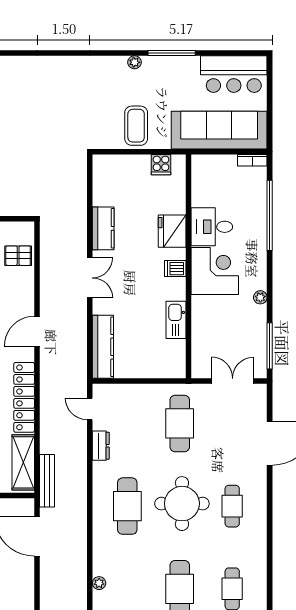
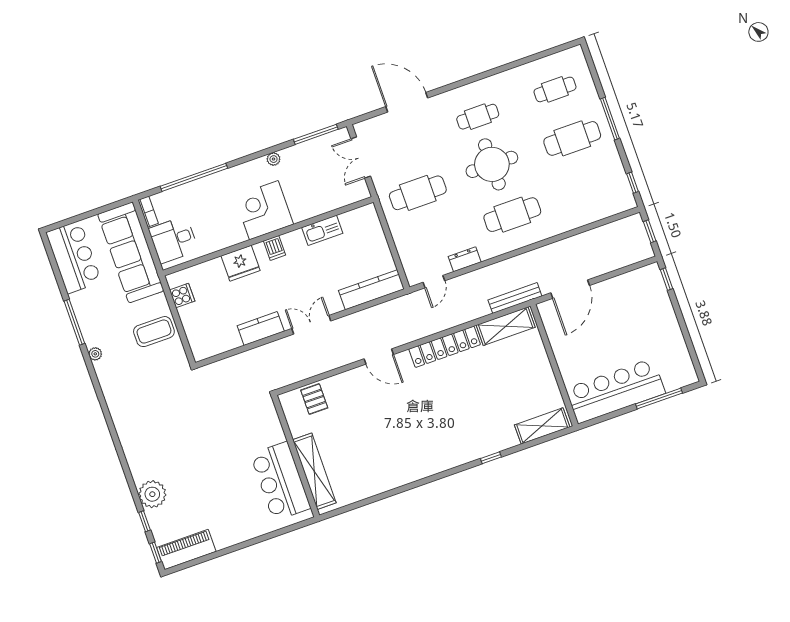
desk: (212, 227) -> (173, 240), moved, turned 90
plant: (99, 583) -> (593, 216), removed

